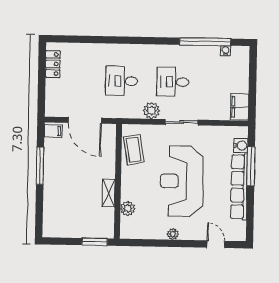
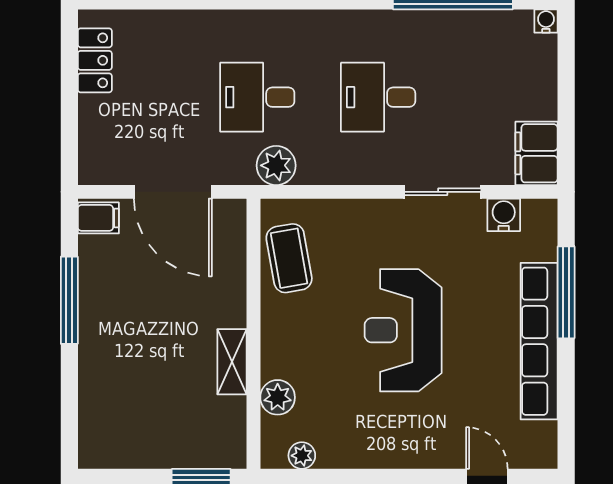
water cooler: (226, 51) -> (546, 21), moved
plant: (152, 111) -> (276, 165), moved
sliding door: (181, 122) -> (443, 192), moved
water cooler: (241, 146) -> (504, 215), moved, turned -90
reception desk: (181, 181) -> (403, 330), width x0.74, depth x0.77
plant: (173, 234) -> (302, 456), moved

